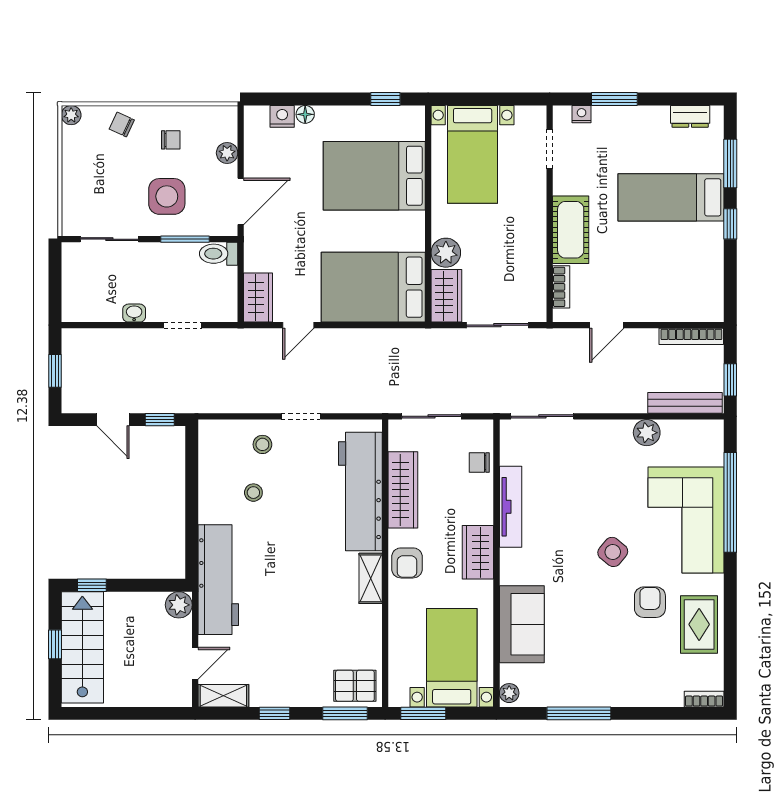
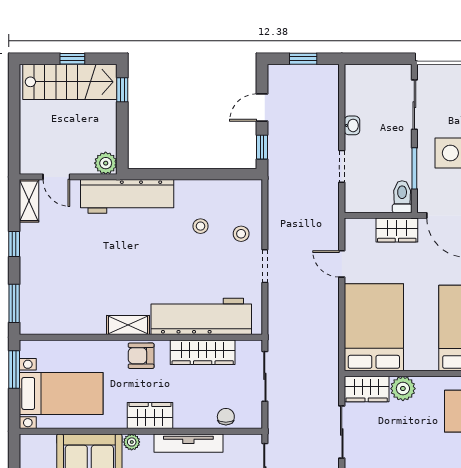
wardrobe: (258, 298) -> (397, 230), moved
pallet: (355, 686) -> (37, 312), removed
plant: (509, 693) -> (132, 442), moved

